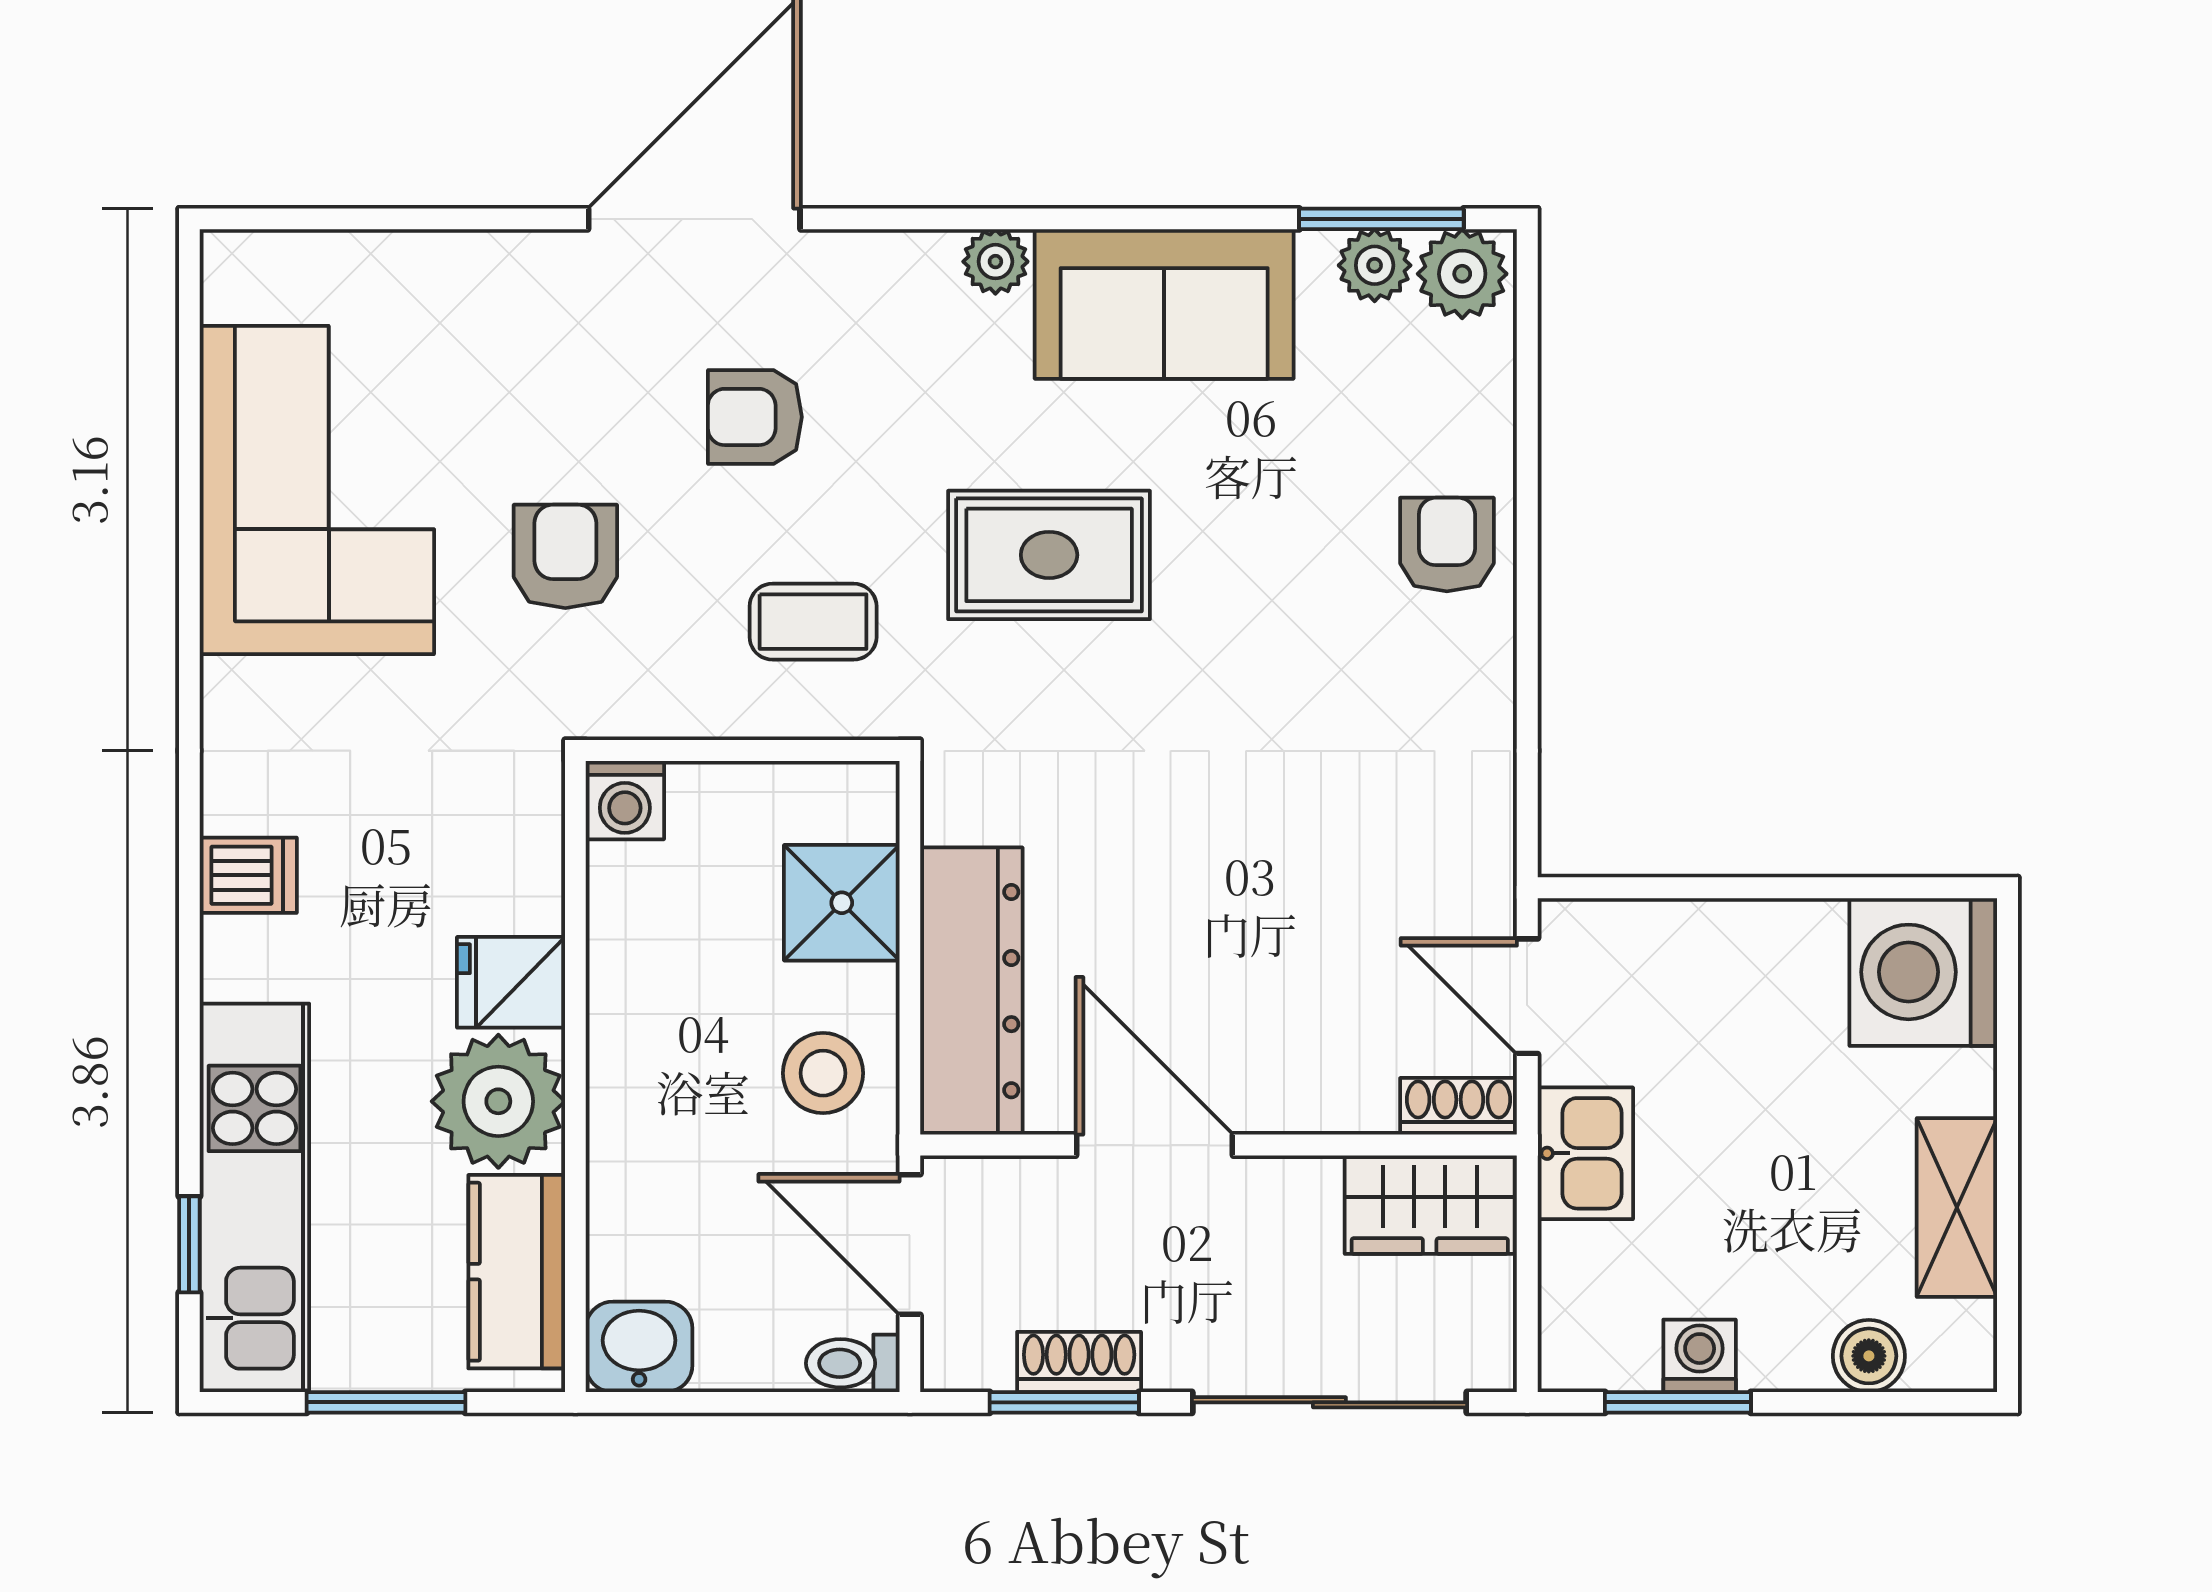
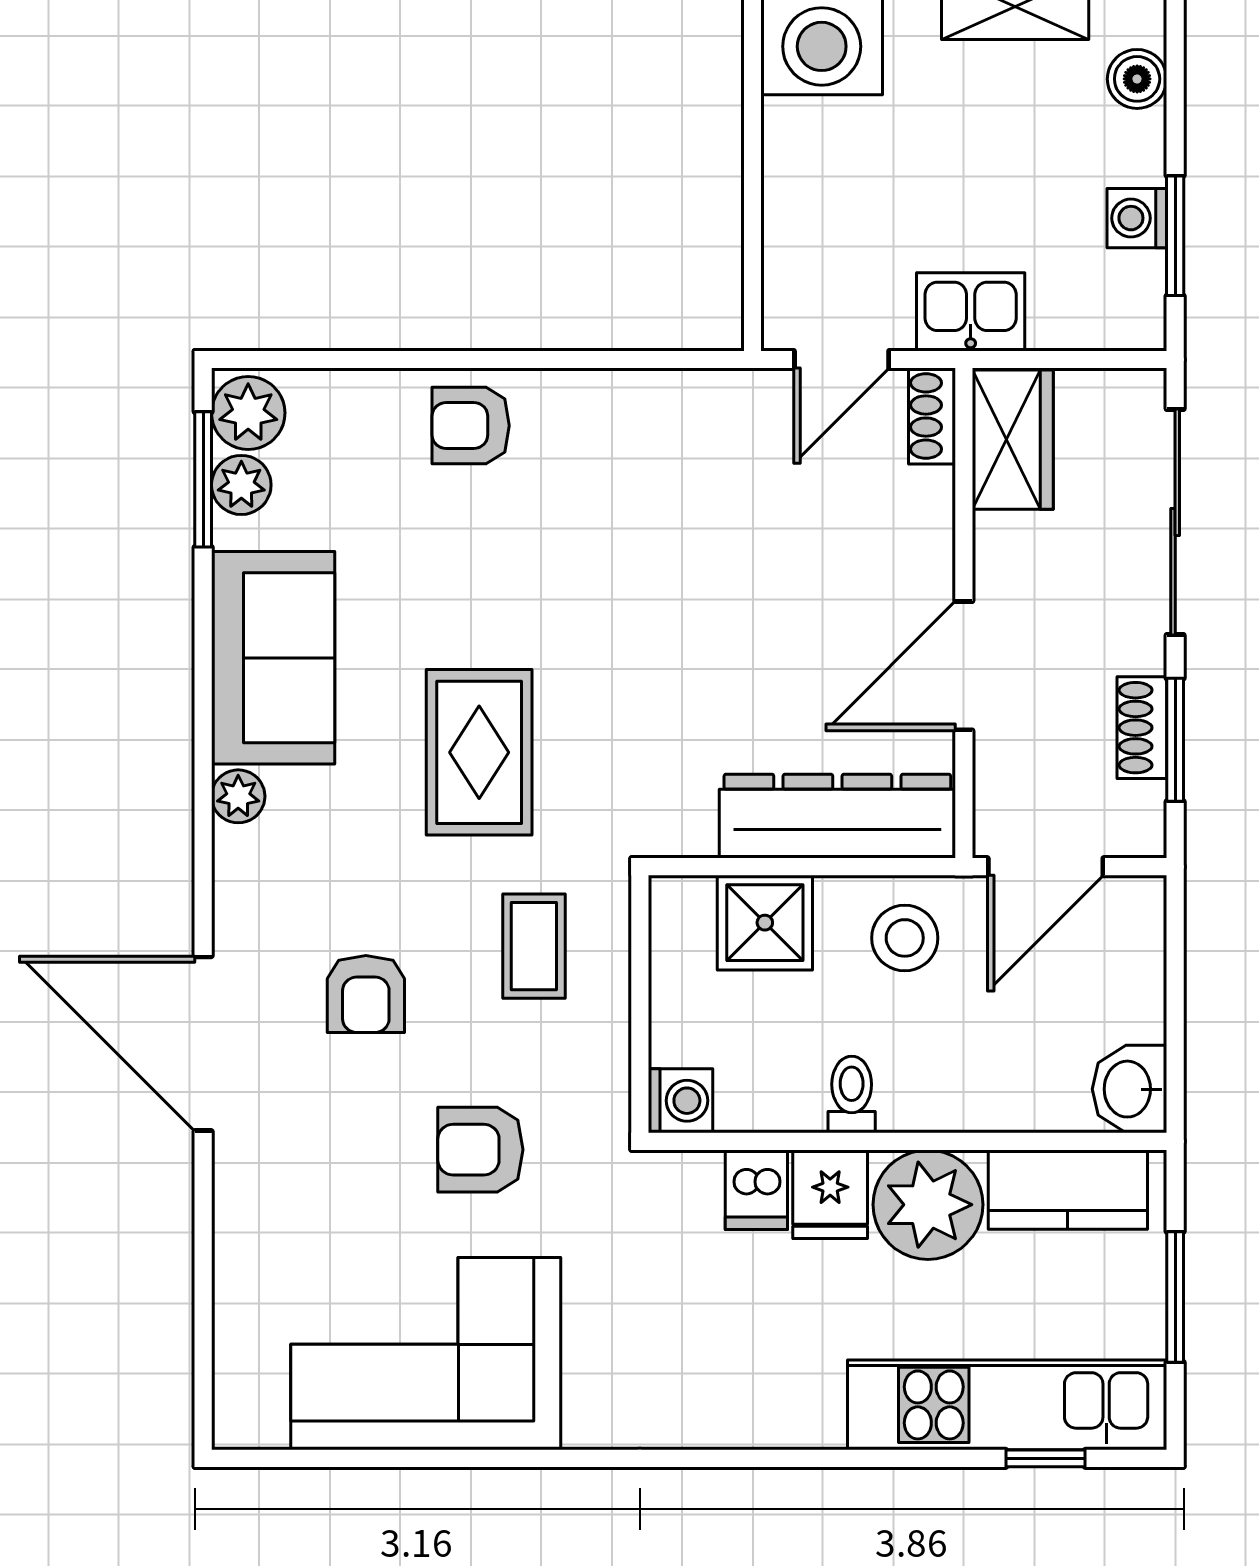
dishwasher: (248, 875) -> (756, 1190), moved, turned 180
toilet: (853, 1363) -> (852, 1094), moved, turned 180

